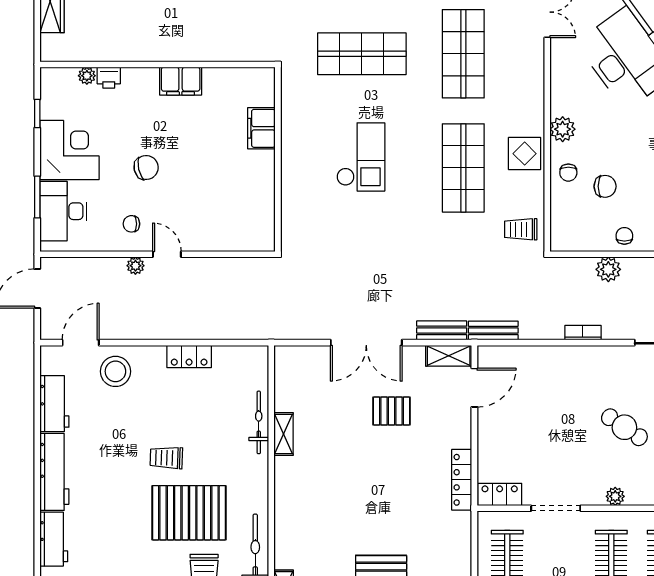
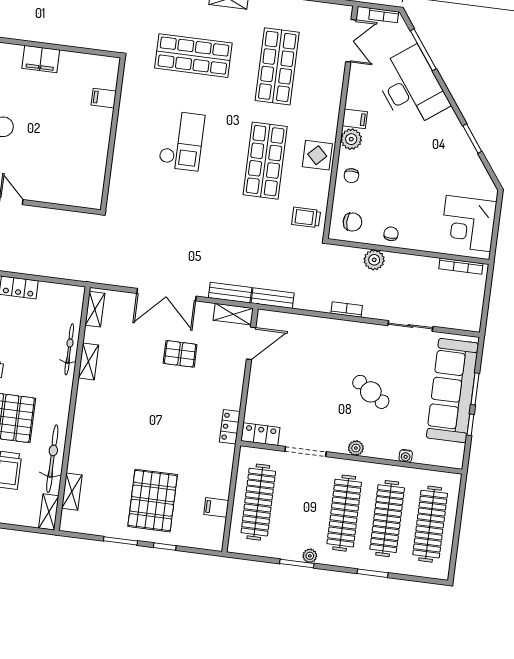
filing cabinet: (564, 104) -> (355, 119), added
filing cabinet: (261, 128) -> (104, 98), width x0.50
chair: (605, 186) -> (352, 222), moved
shelving: (283, 371) -> (95, 309), added
locker: (462, 480) -> (230, 427), width x0.66

